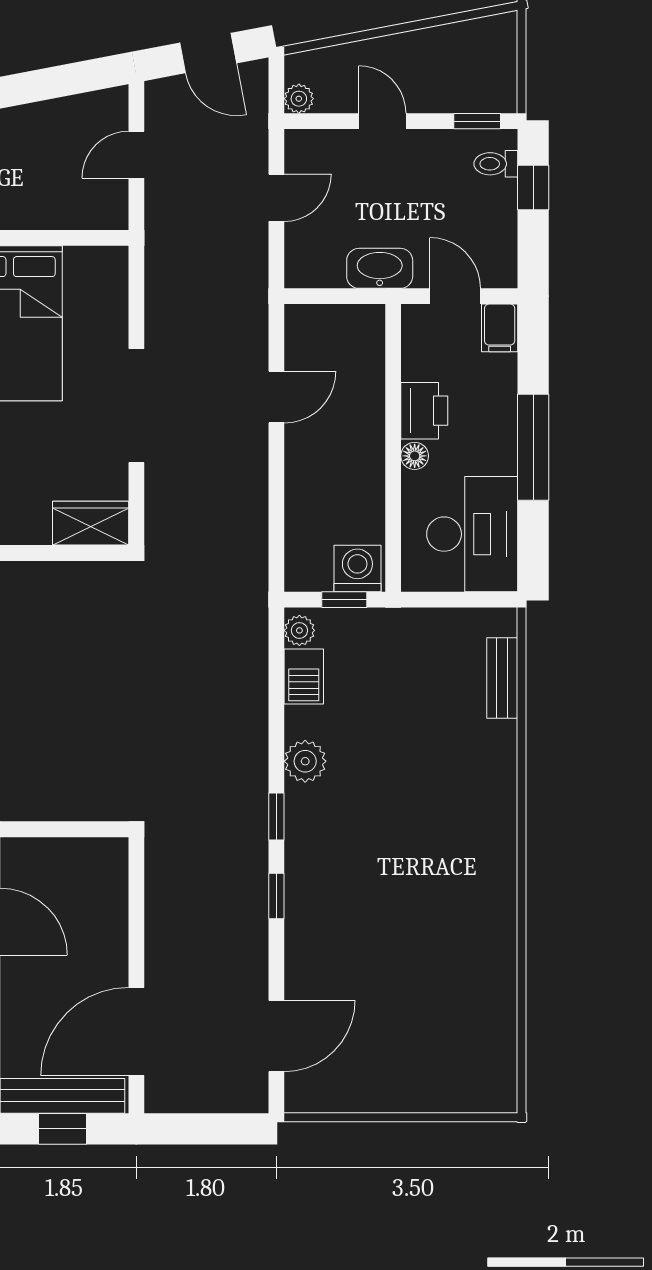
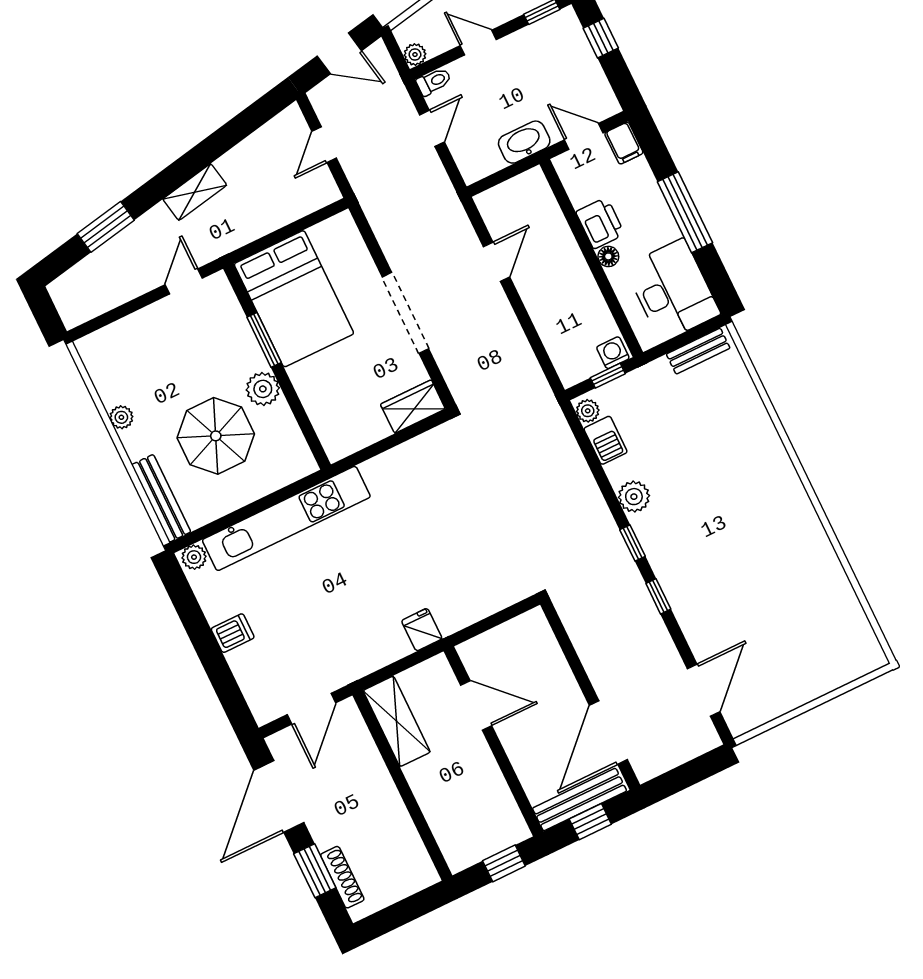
toilet: (496, 164) -> (434, 81), moved, turned 180
washing machine: (357, 569) -> (613, 353), width x0.73, depth x0.73
bench: (502, 678) -> (698, 351), moved, turned 90

